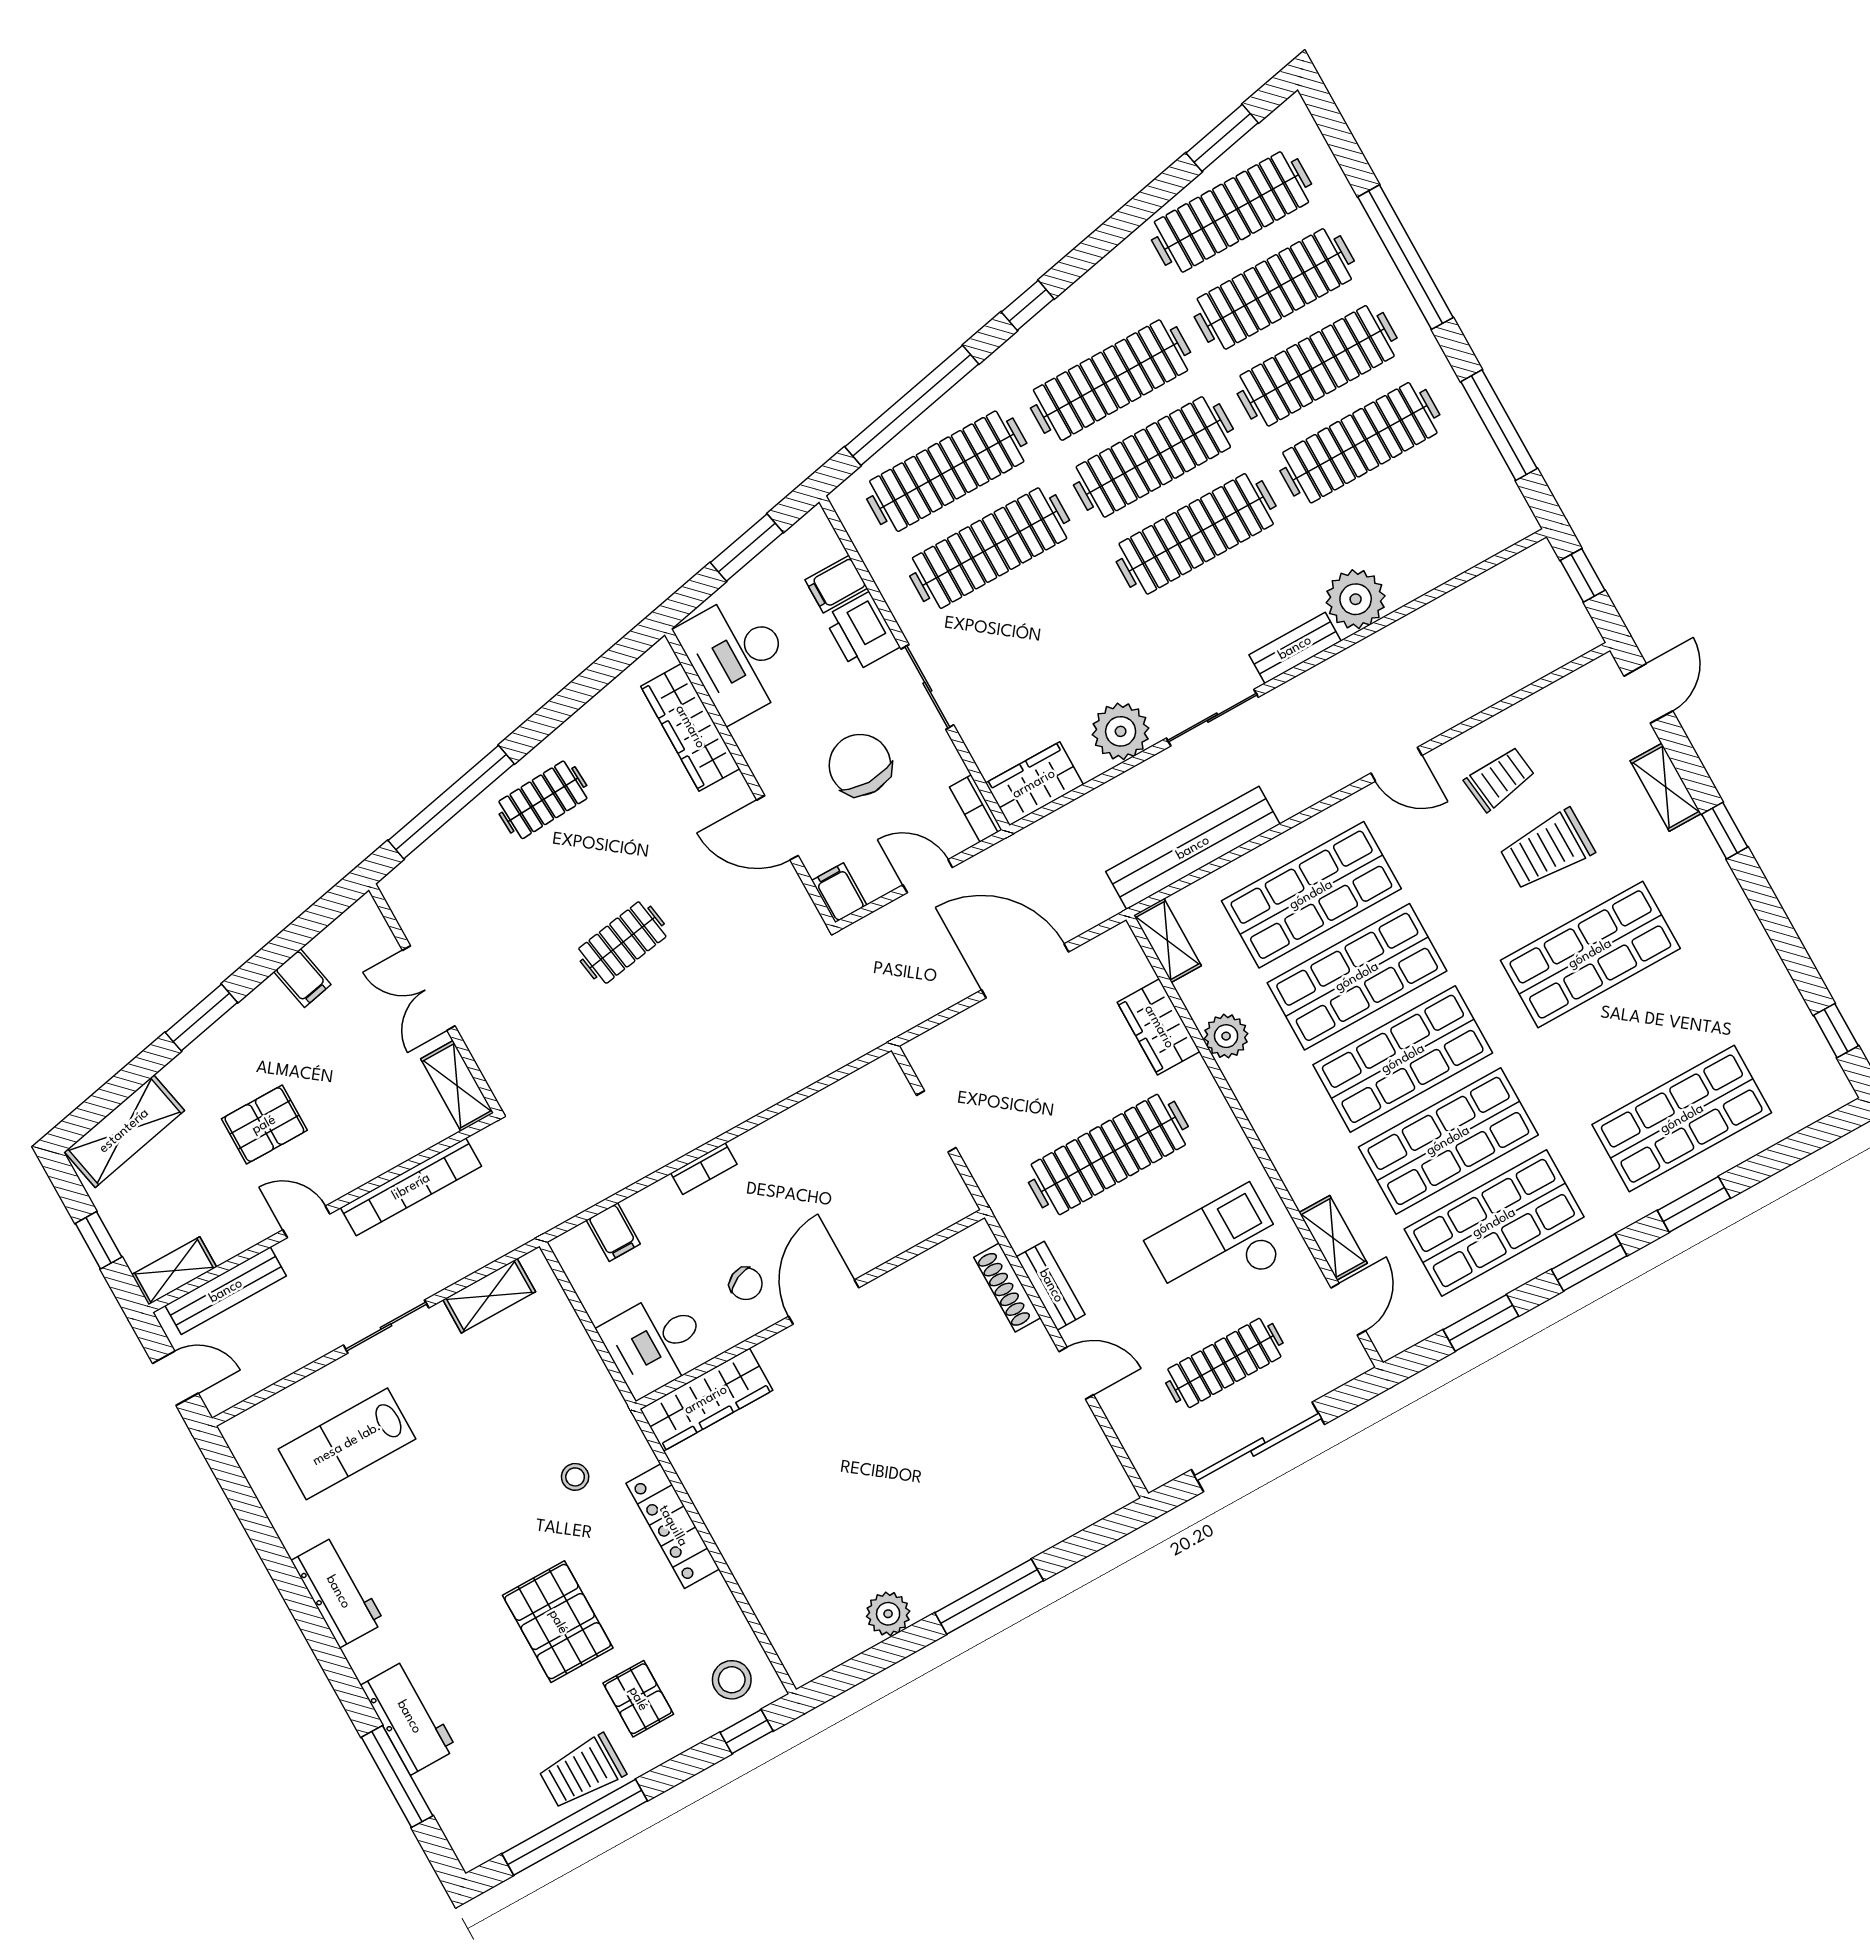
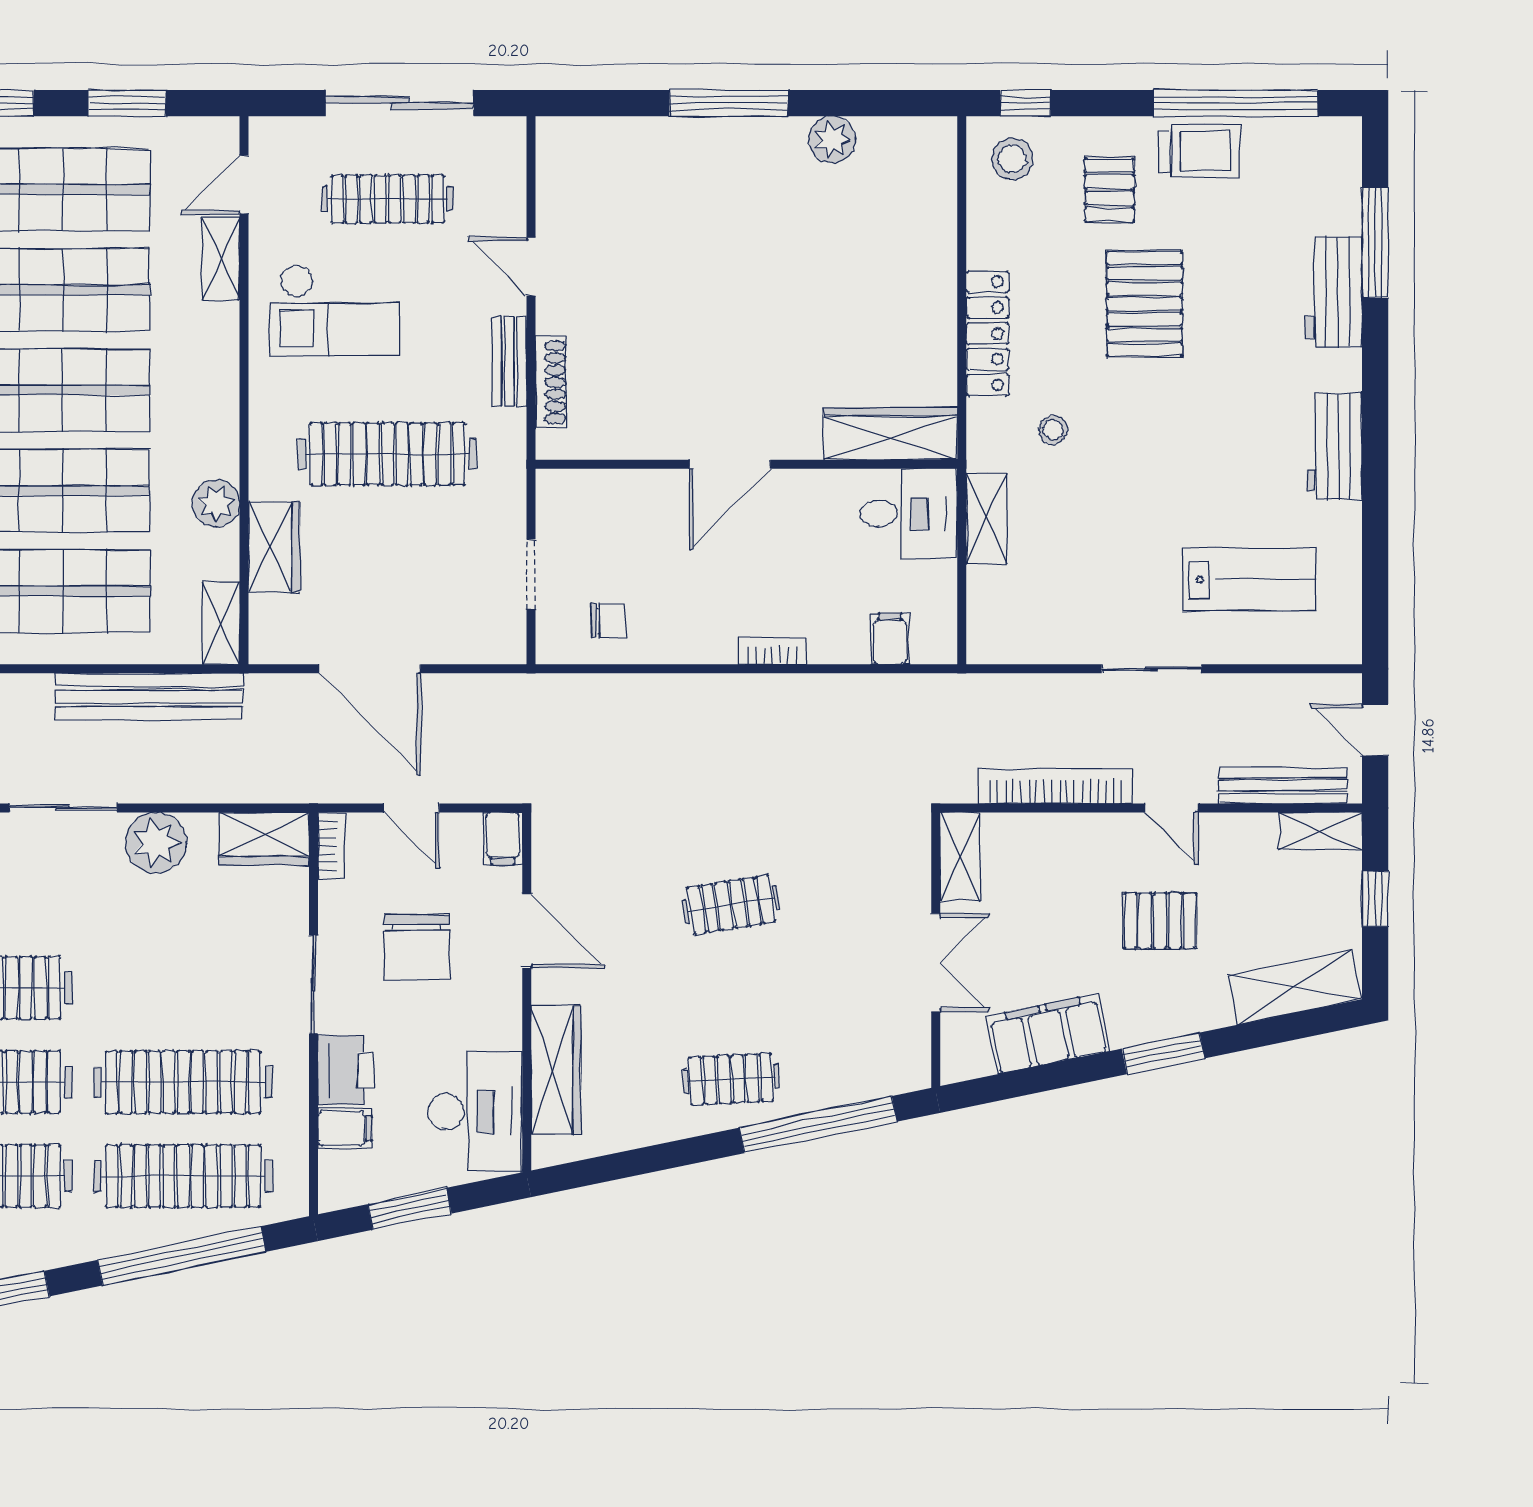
filing cabinet: (302, 978) -> (1048, 1034), width x3.00, depth x1.17
chair: (746, 1284) -> (608, 620), moved, turned 115
shelving: (489, 1296) -> (987, 518), moved, turned 90

